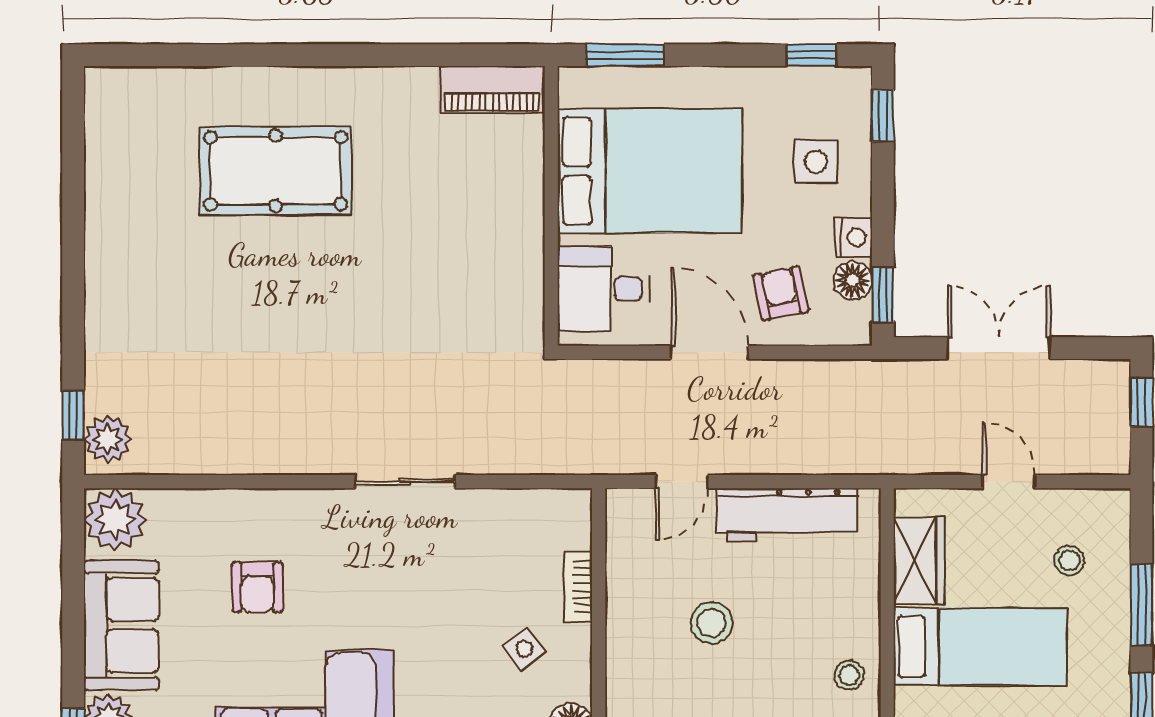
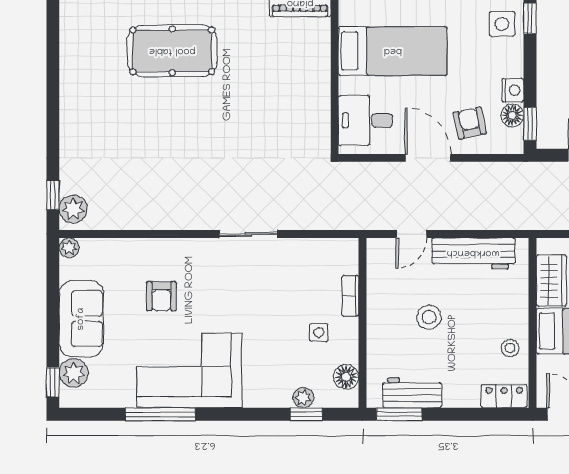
side table: (816, 161) -> (502, 24), moved
bed: (650, 171) -> (393, 51), width x0.67
plant: (115, 520) -> (69, 248), width x0.53, depth x0.53
side table: (524, 649) -> (319, 332), turned 37

